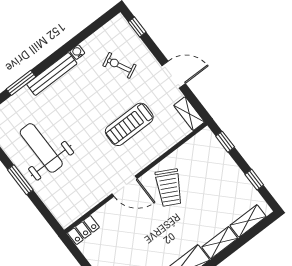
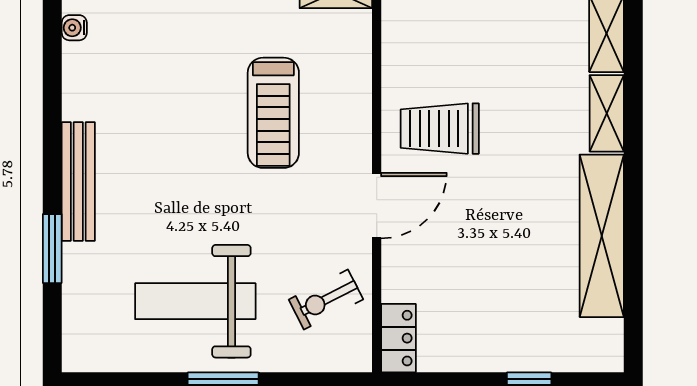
water cooler: (77, 52) -> (74, 28), moved
exercise bike: (119, 65) -> (326, 300), moved
trolley: (169, 188) -> (440, 129), turned 152

